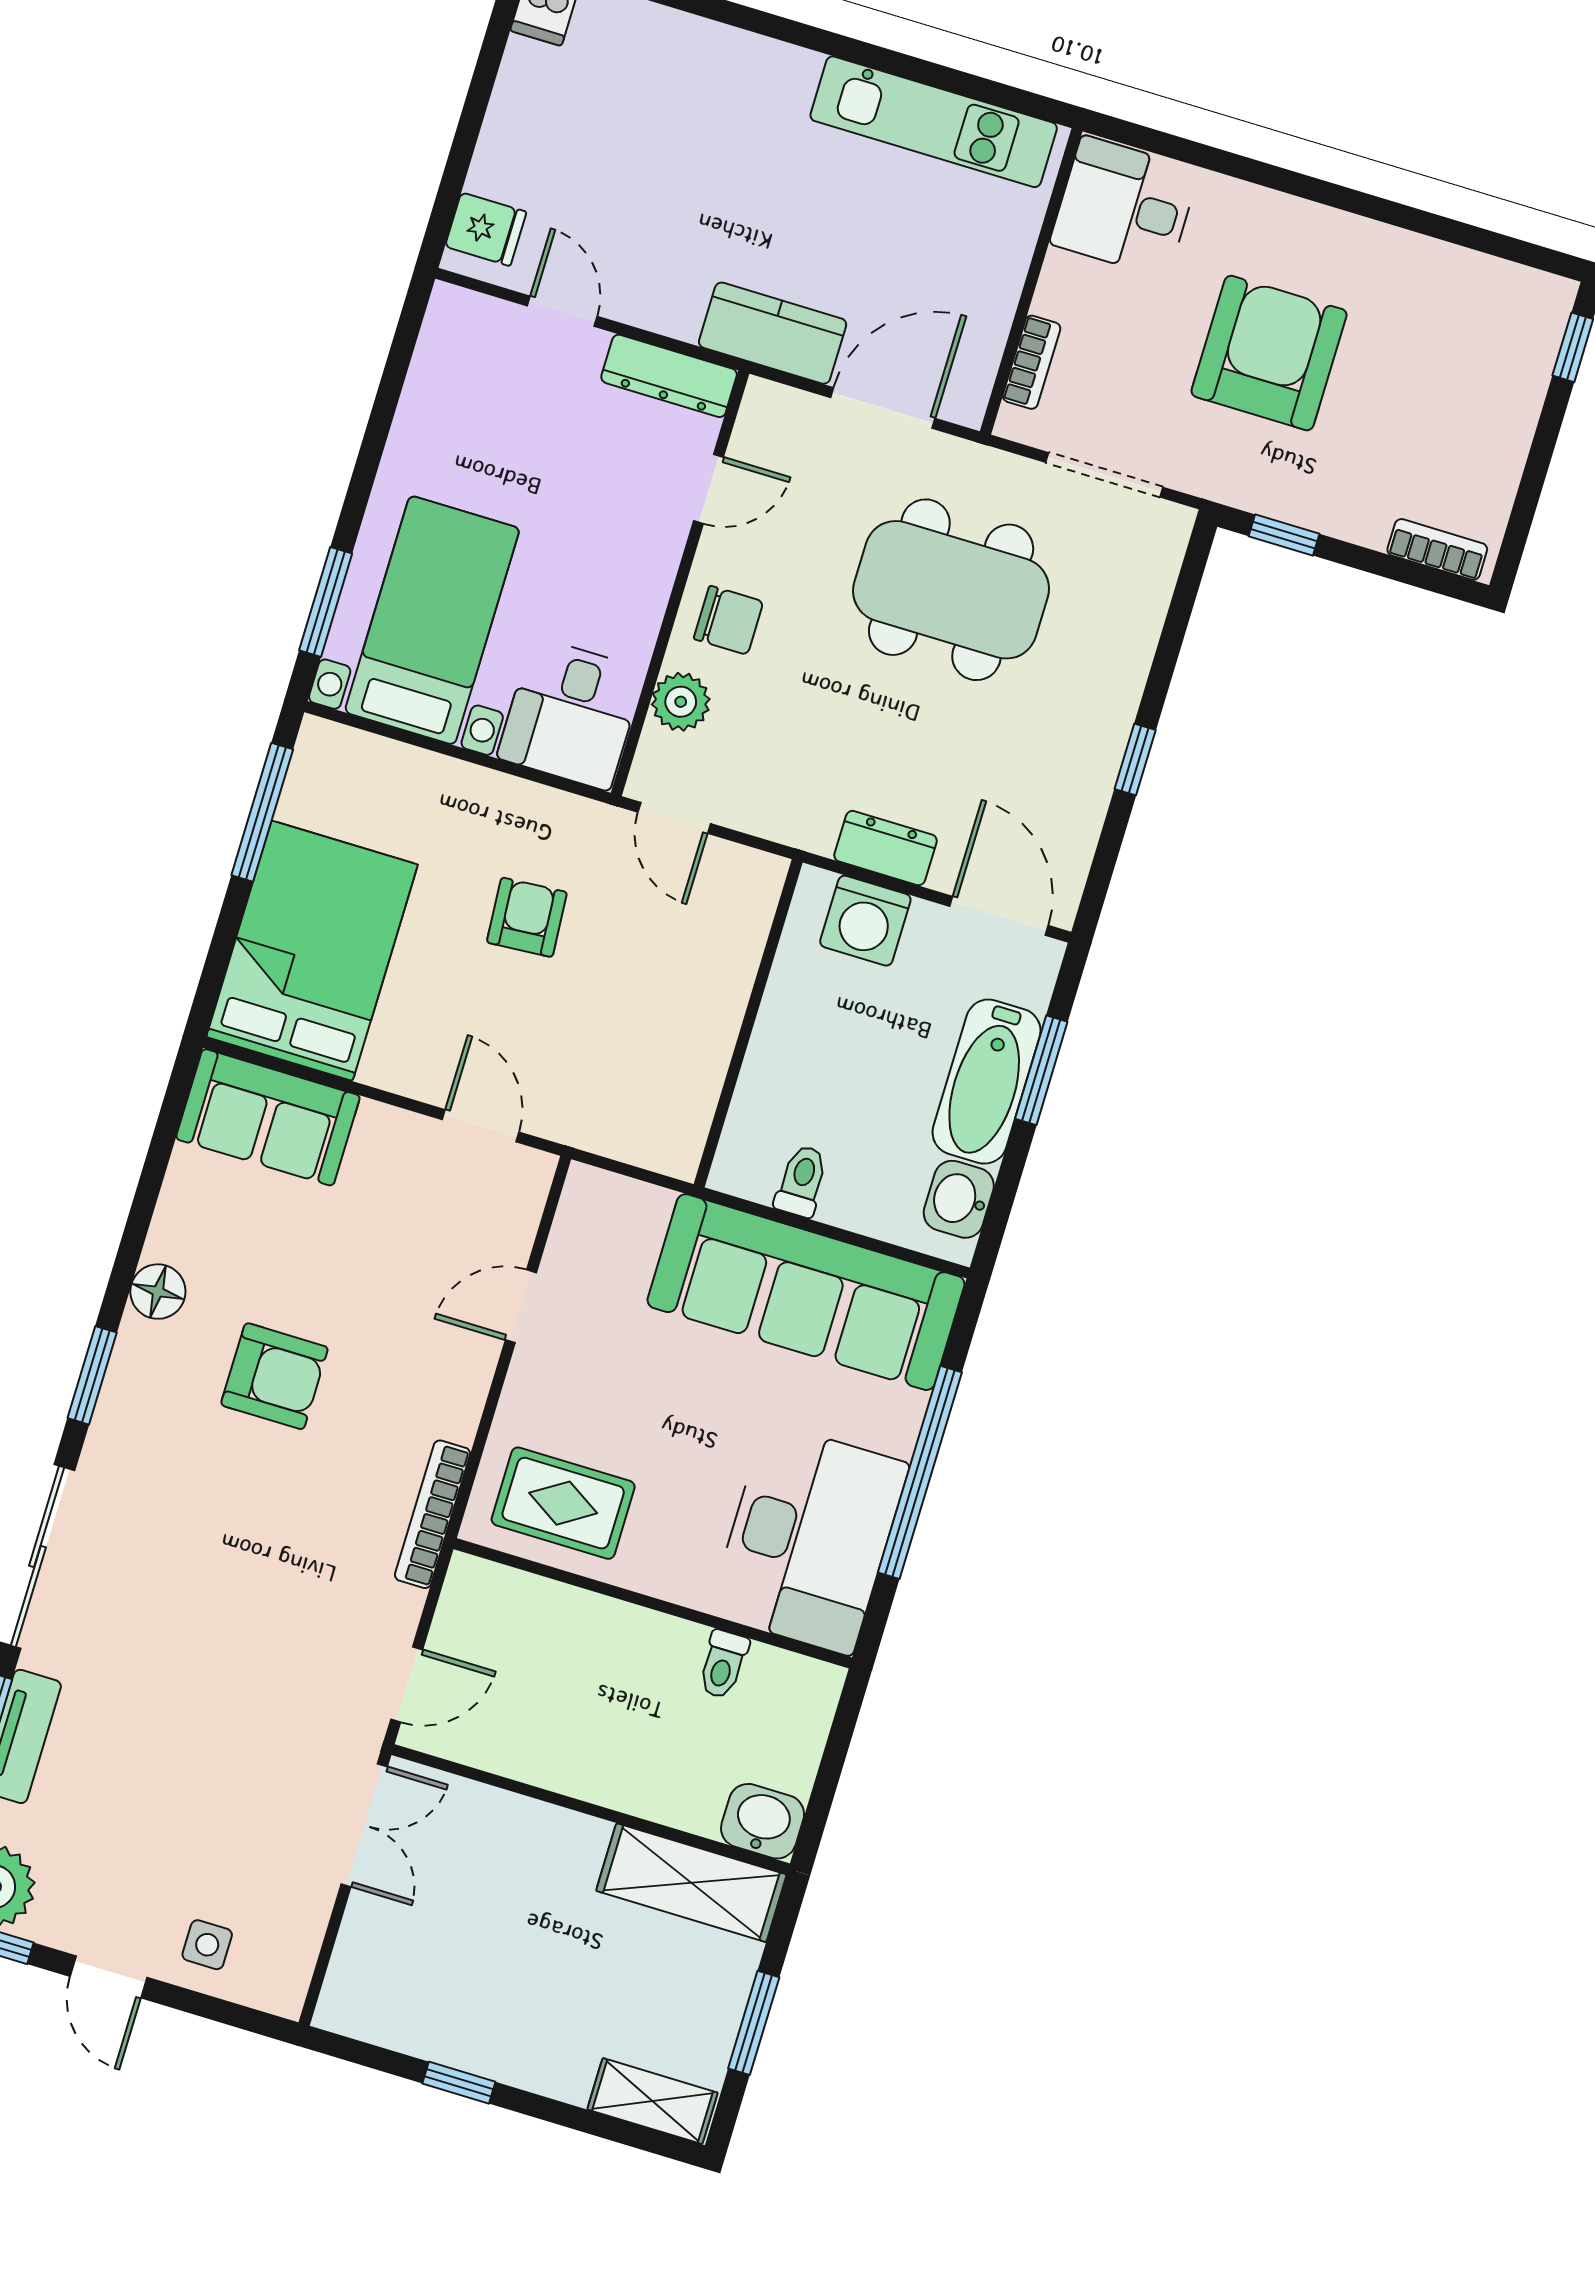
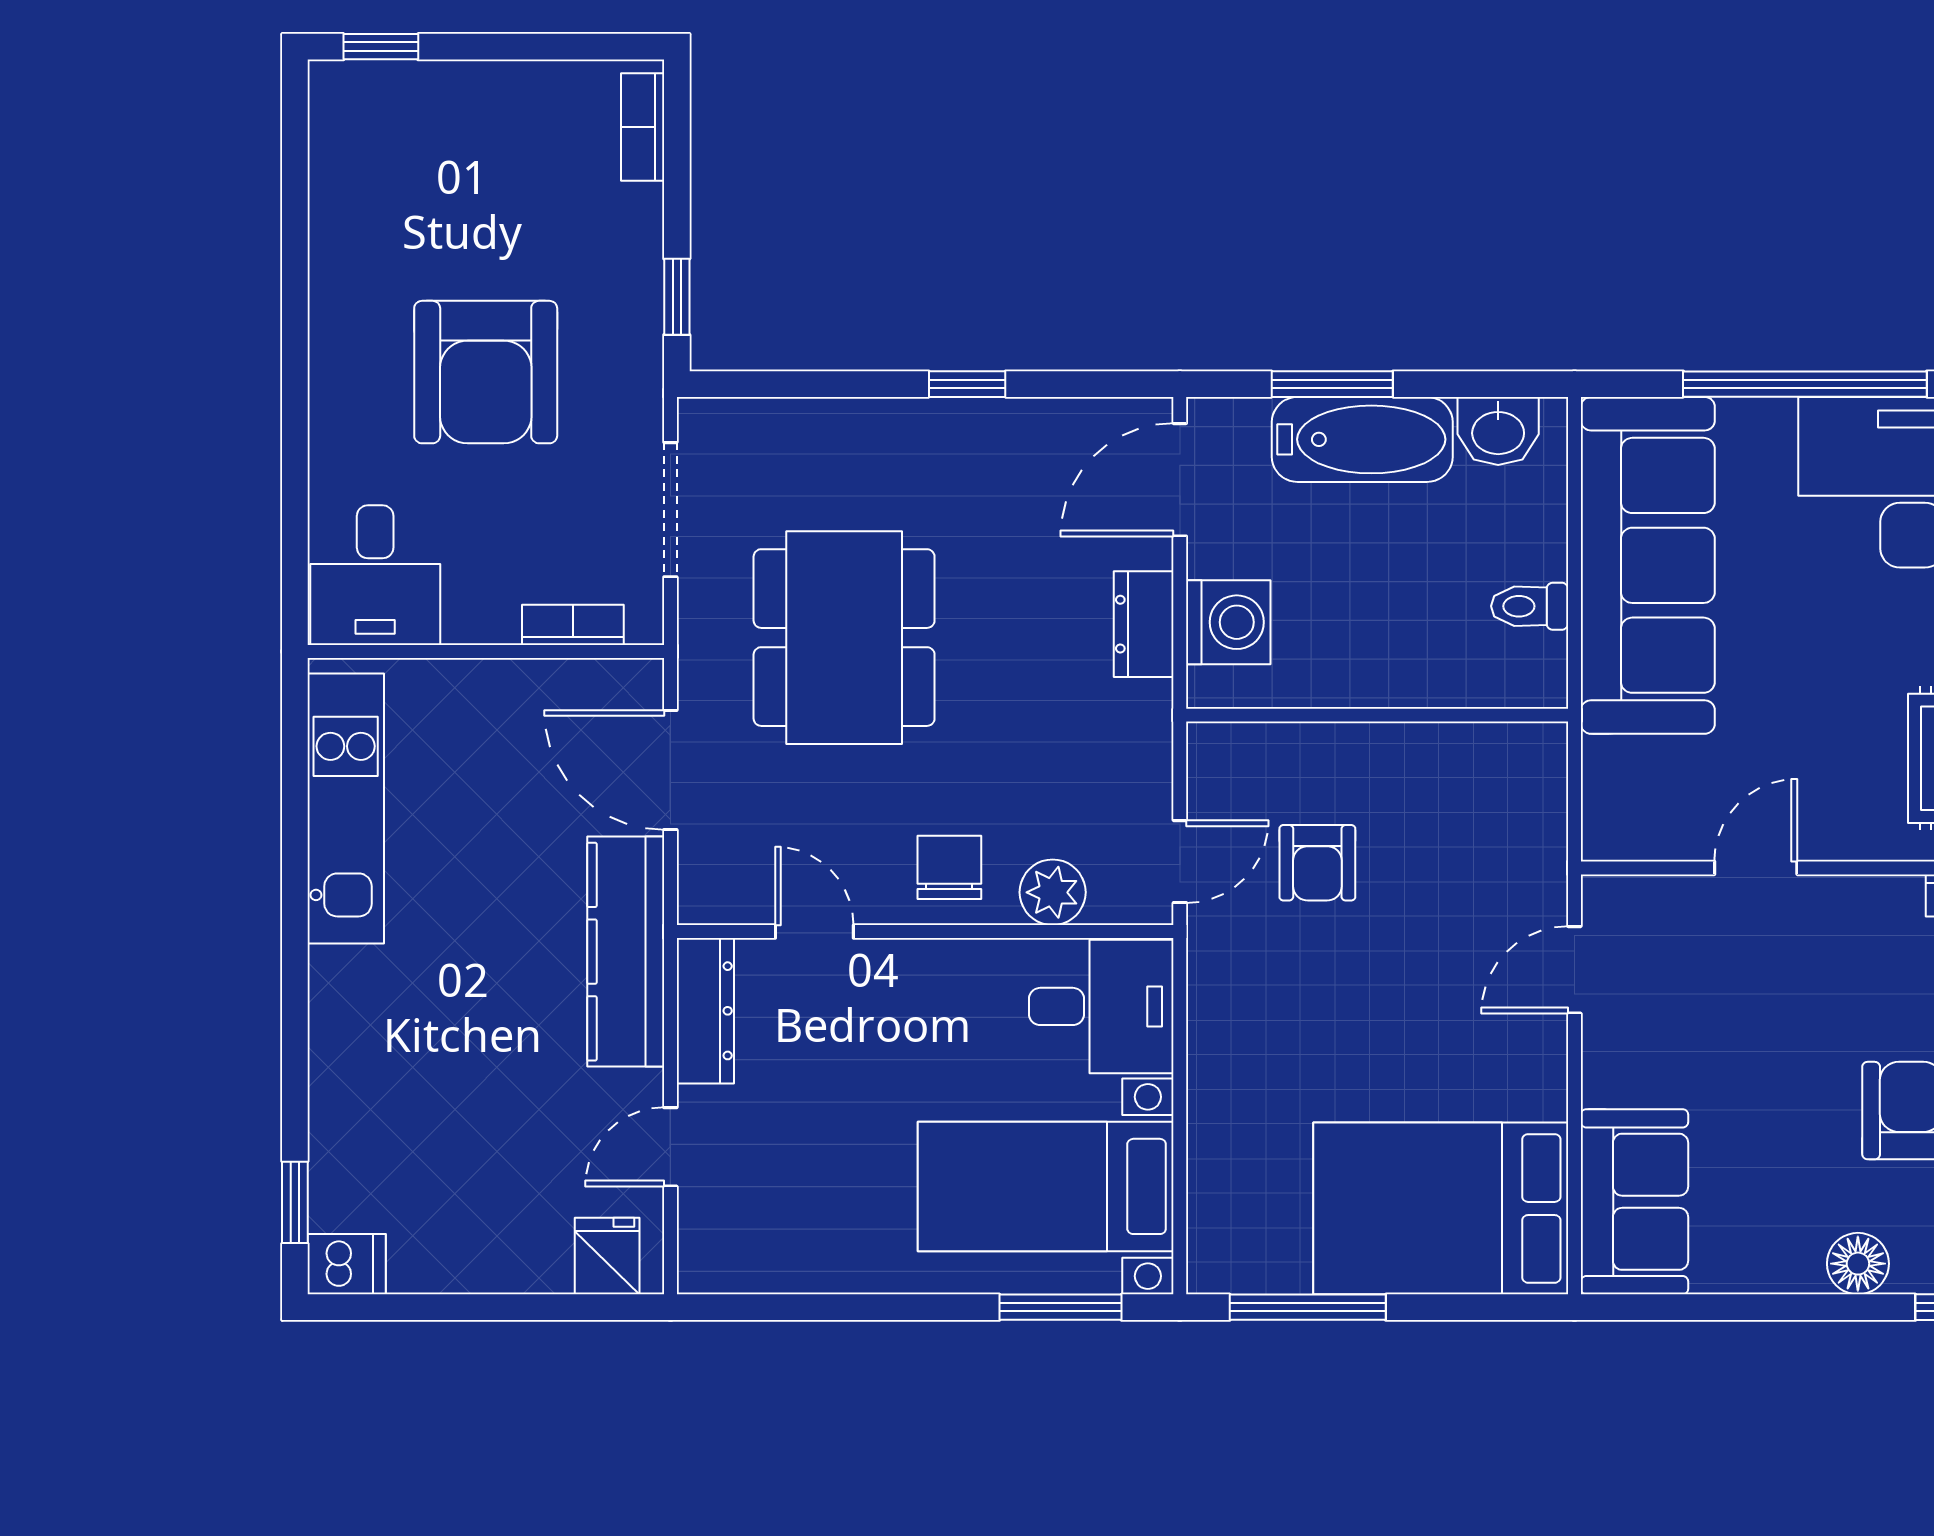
kitchen counter: (773, 333) -> (626, 952), width x1.50
armchair: (1269, 353) -> (486, 372), turned -90
armchair: (527, 917) -> (1317, 863), moved, turned -86
door: (521, 1306) -> (1756, 868), swing flipped

